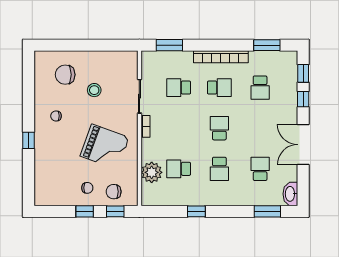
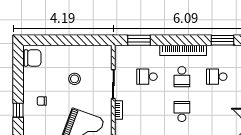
chair: (65, 75) -> (33, 58), moved, turned 180
school desk: (219, 88) -> (182, 77), turned 90
school desk: (260, 88) -> (217, 77), turned 90
window: (29, 140) -> (18, 110), moved

